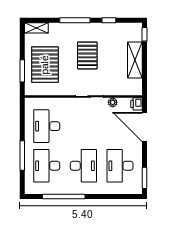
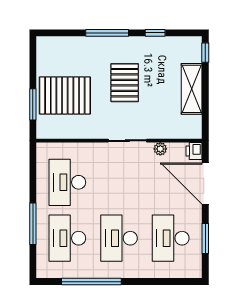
shelving: (36, 28) -> (53, 44), removed
pallet: (45, 65) -> (65, 95), turned 90
desk: (83, 166) -> (119, 238), turned 180
window: (144, 178) -> (205, 239), moved

